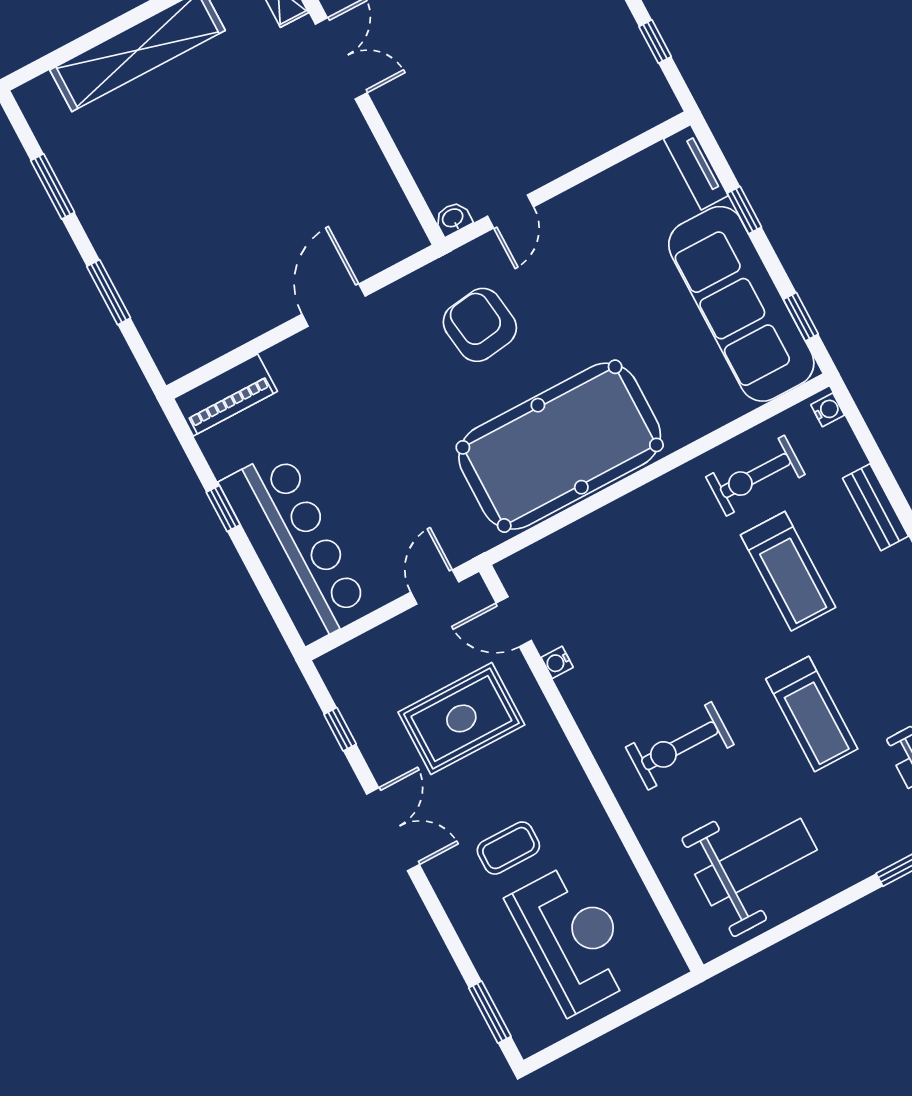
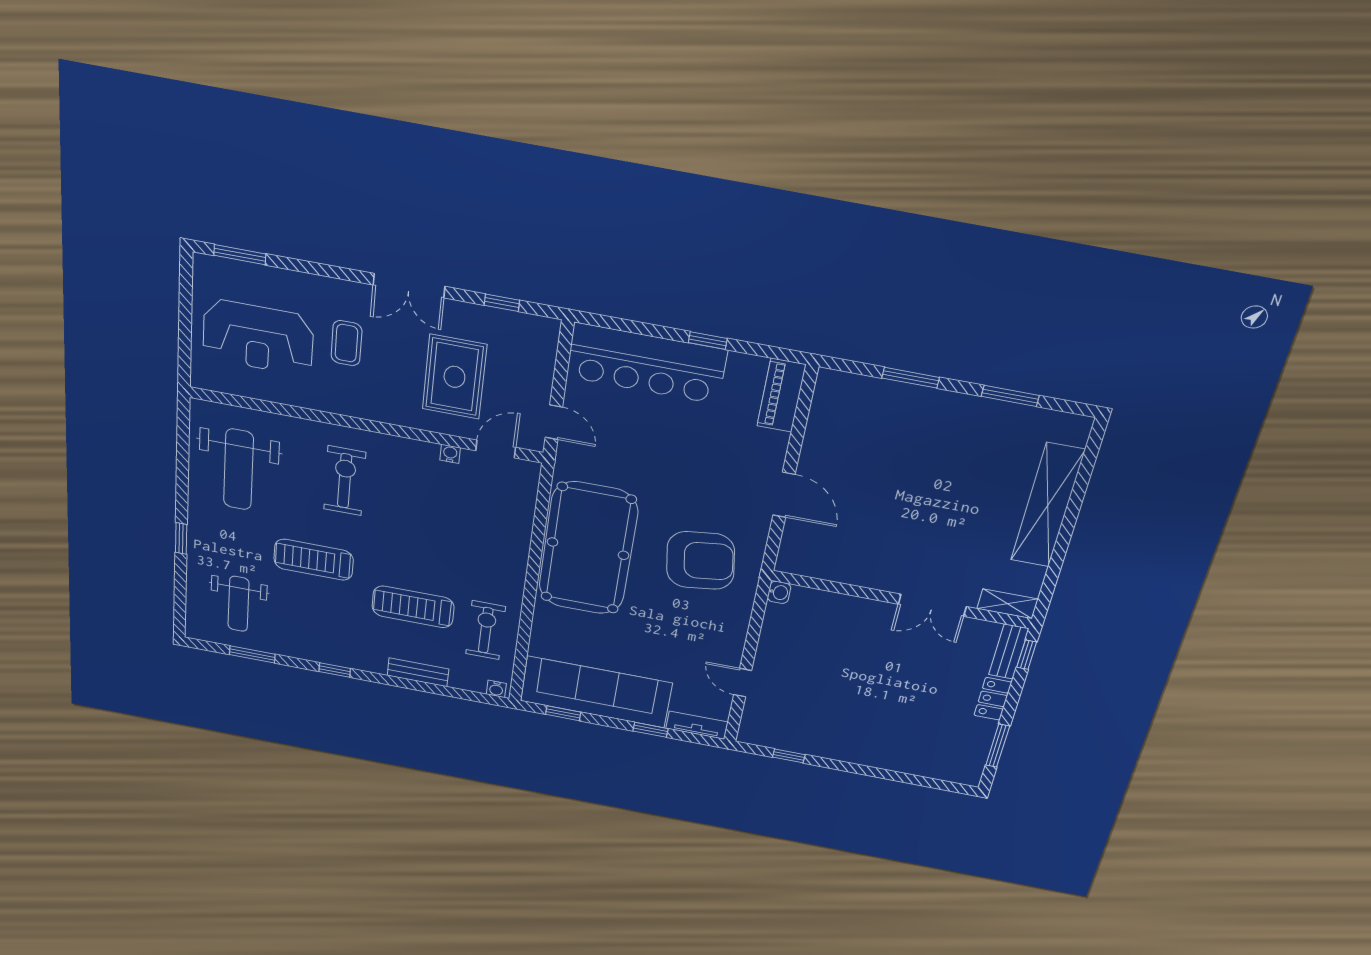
door: (510, 212) -> (743, 683), moved
armchair: (480, 325) -> (701, 561), width x1.36, depth x1.36

